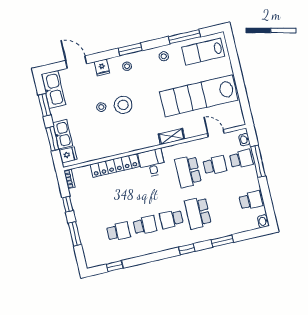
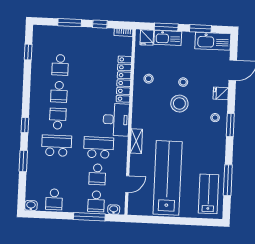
stool: (164, 56) -> (149, 79), moved
desk: (152, 163) -> (116, 120), width x1.37

